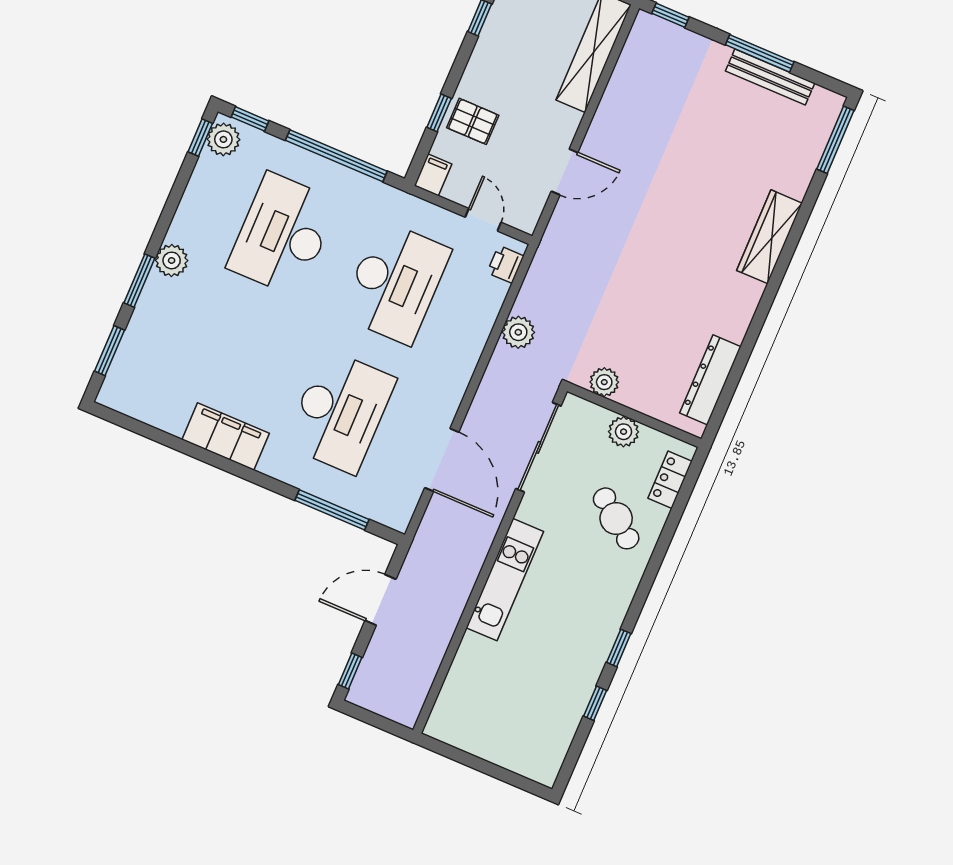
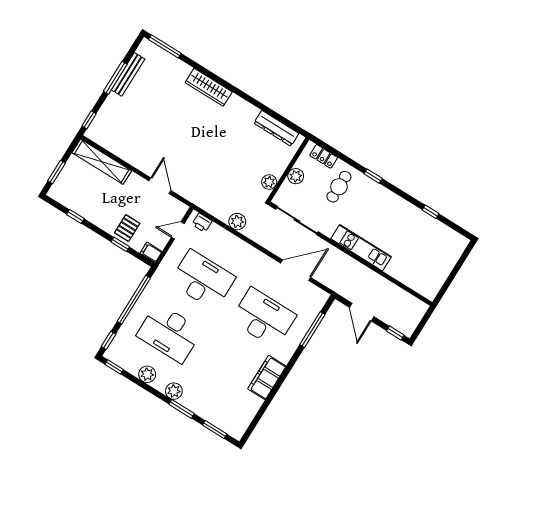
plant: (223, 139) -> (147, 374), moved
cafe table: (616, 518) -> (339, 187), turned -37
window: (619, 648) -> (373, 176), moved

